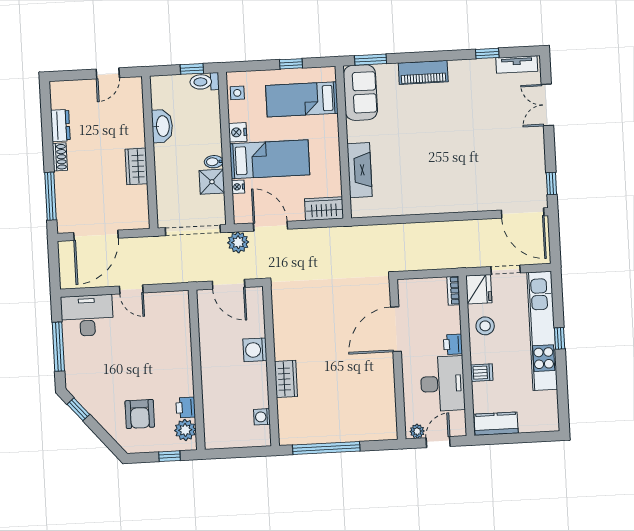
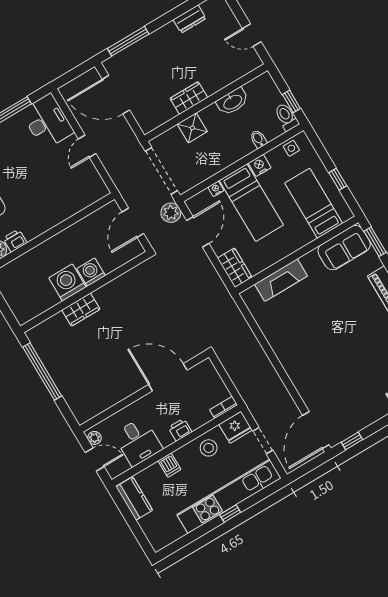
shoe rack: (60, 157) -> (164, 32), removed
bidet: (214, 162) -> (258, 139), moved
shower: (212, 182) -> (192, 128), moved
desk: (443, 384) -> (138, 442), width x0.73
washing machine: (262, 417) -> (67, 282), moved, width x1.89, depth x1.89

